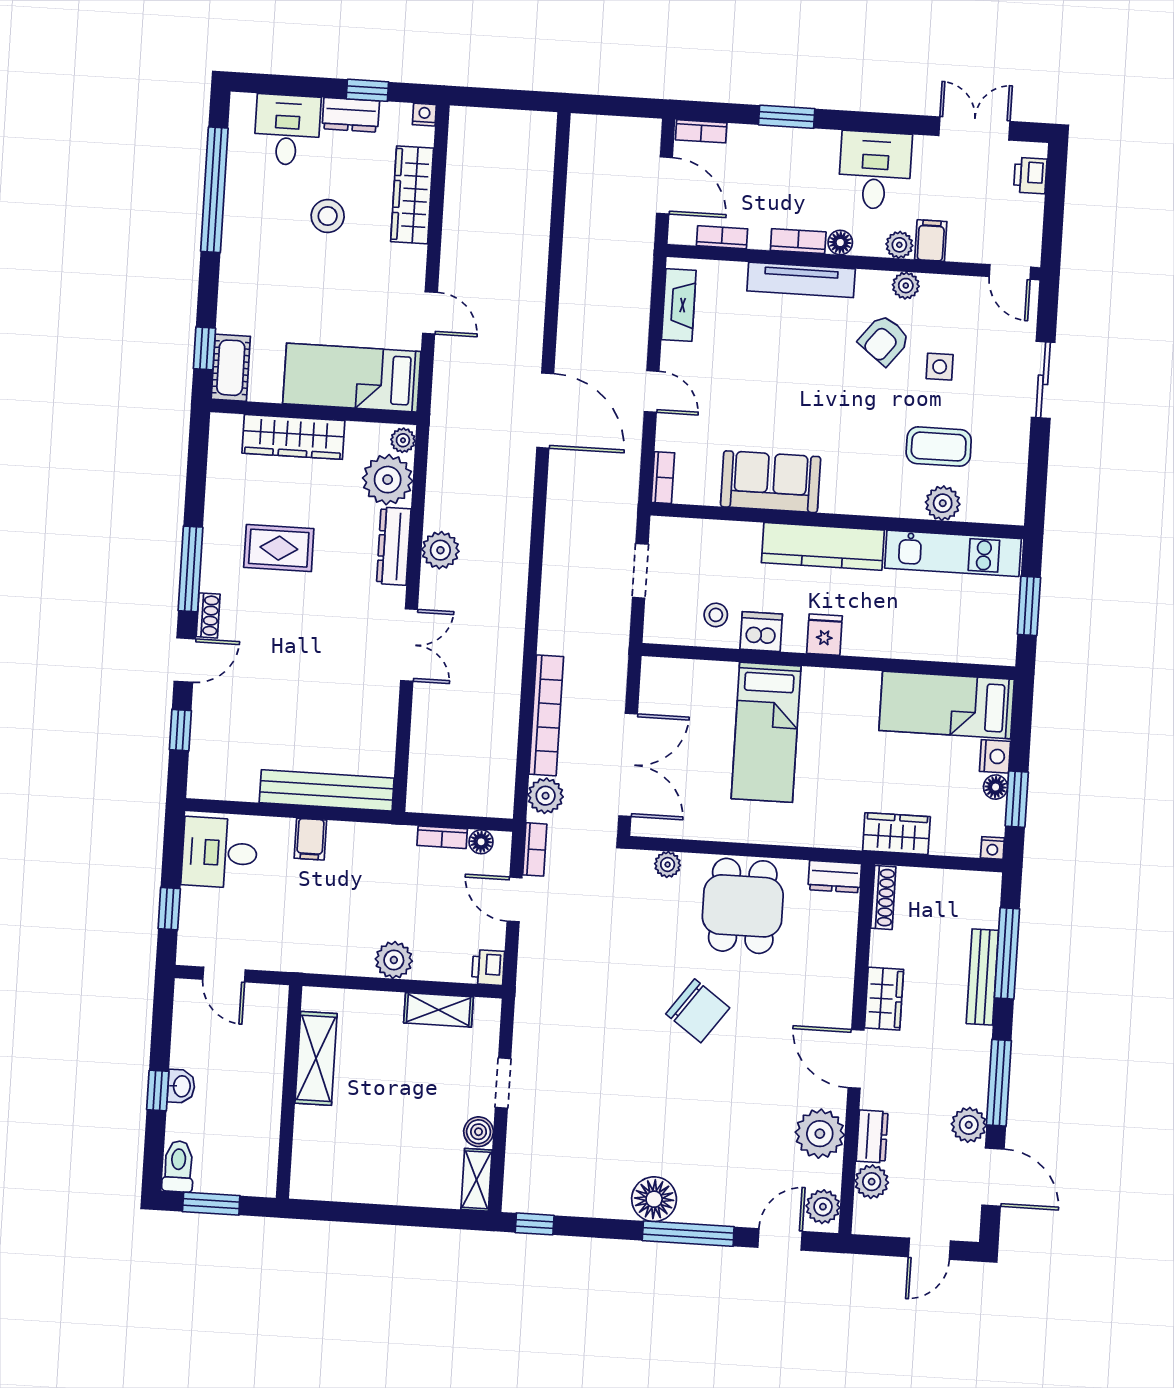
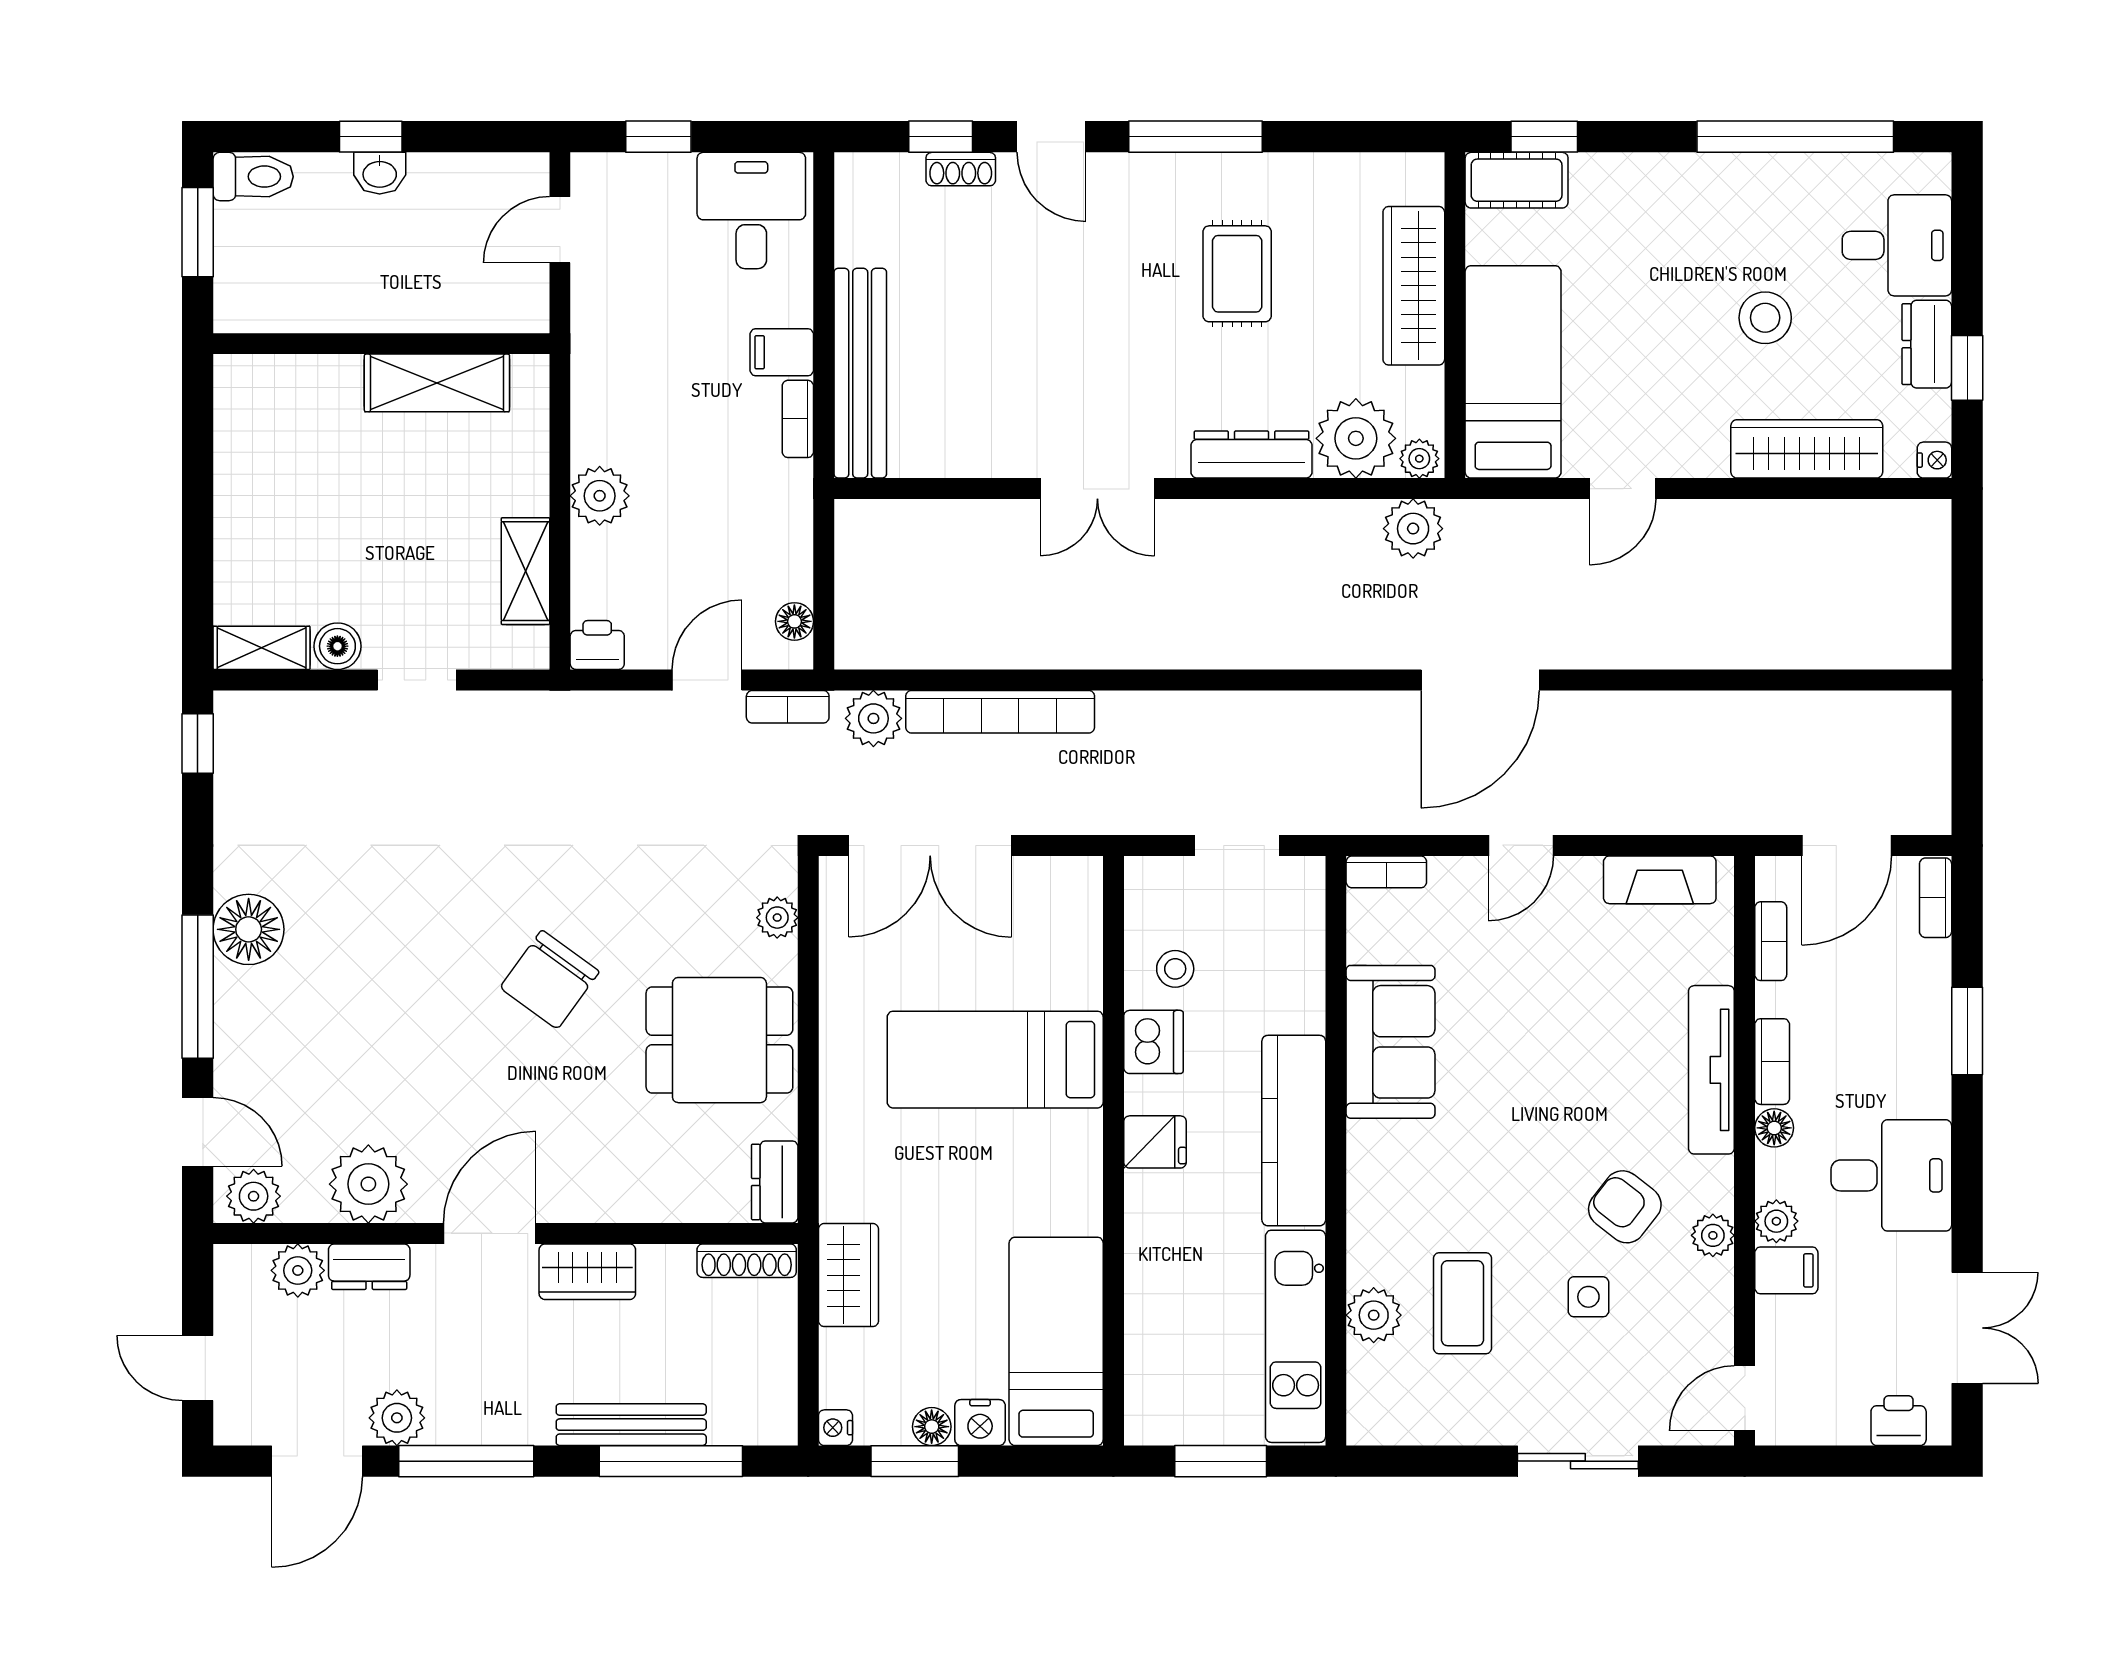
plant: (440, 550) -> (1413, 529), moved
shoe rack: (208, 615) -> (961, 169), moved
bookcase: (442, 837) -> (798, 419), moved

